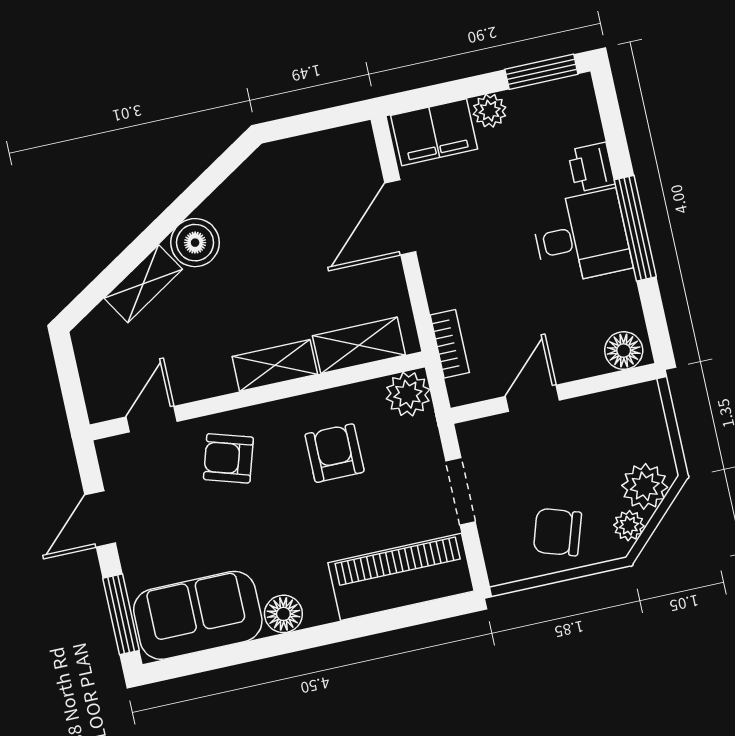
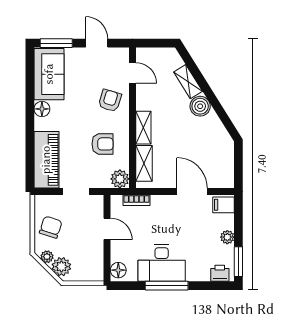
filing cabinet: (434, 132) -> (224, 205), width x0.50
printer: (591, 167) -> (220, 273), moved
desk: (581, 237) -> (162, 263), width x1.37

